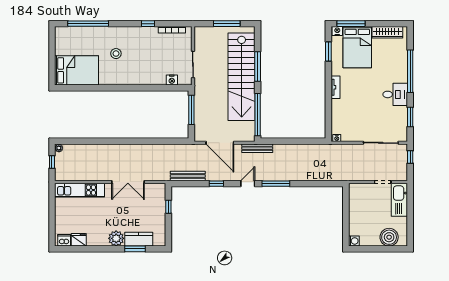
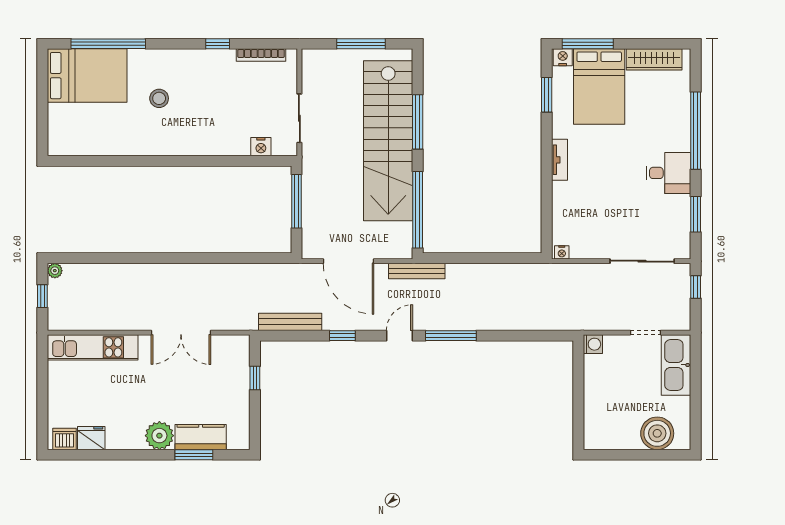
bed: (77, 70) -> (87, 76), moved
washing machine: (354, 241) -> (593, 344), moved

